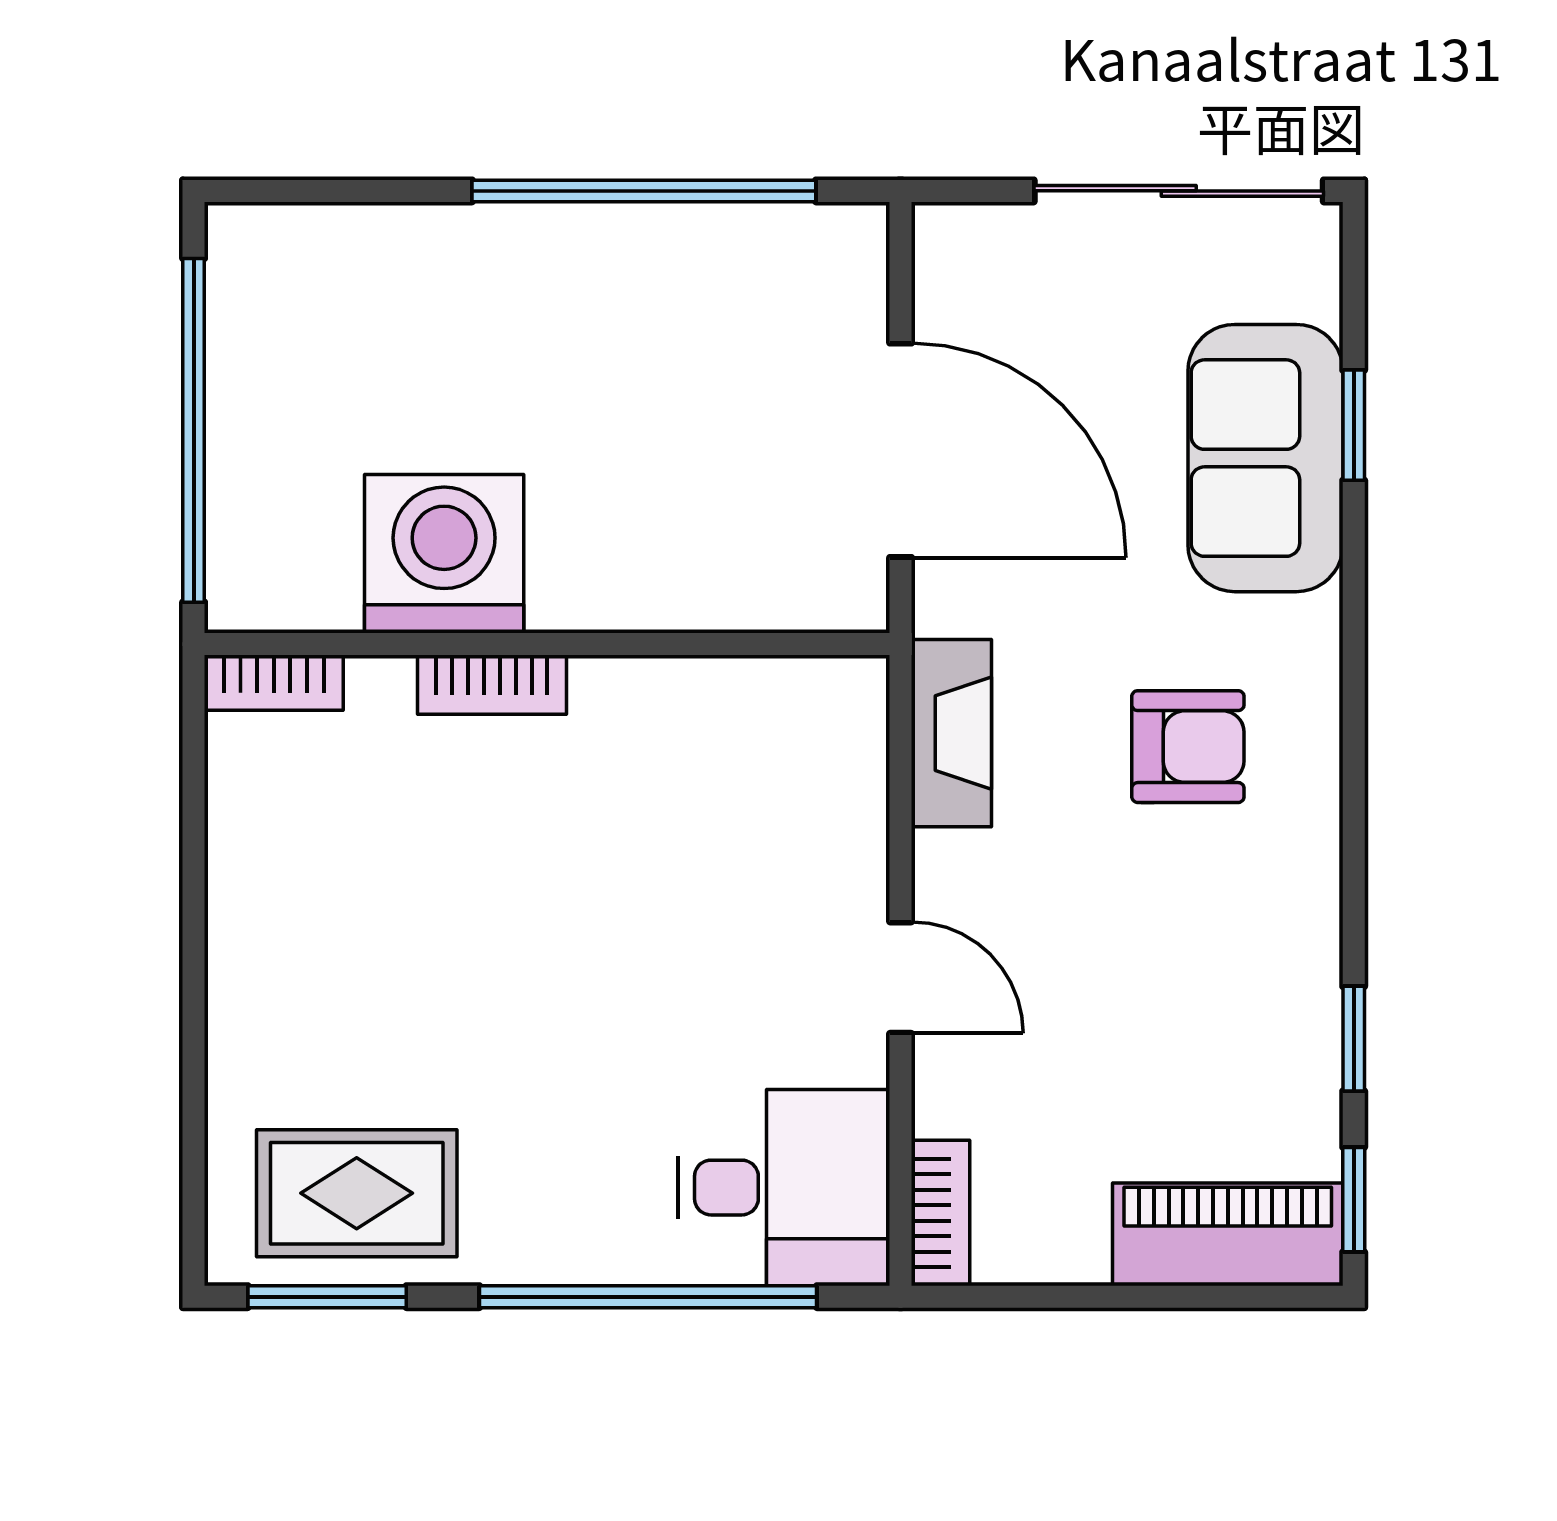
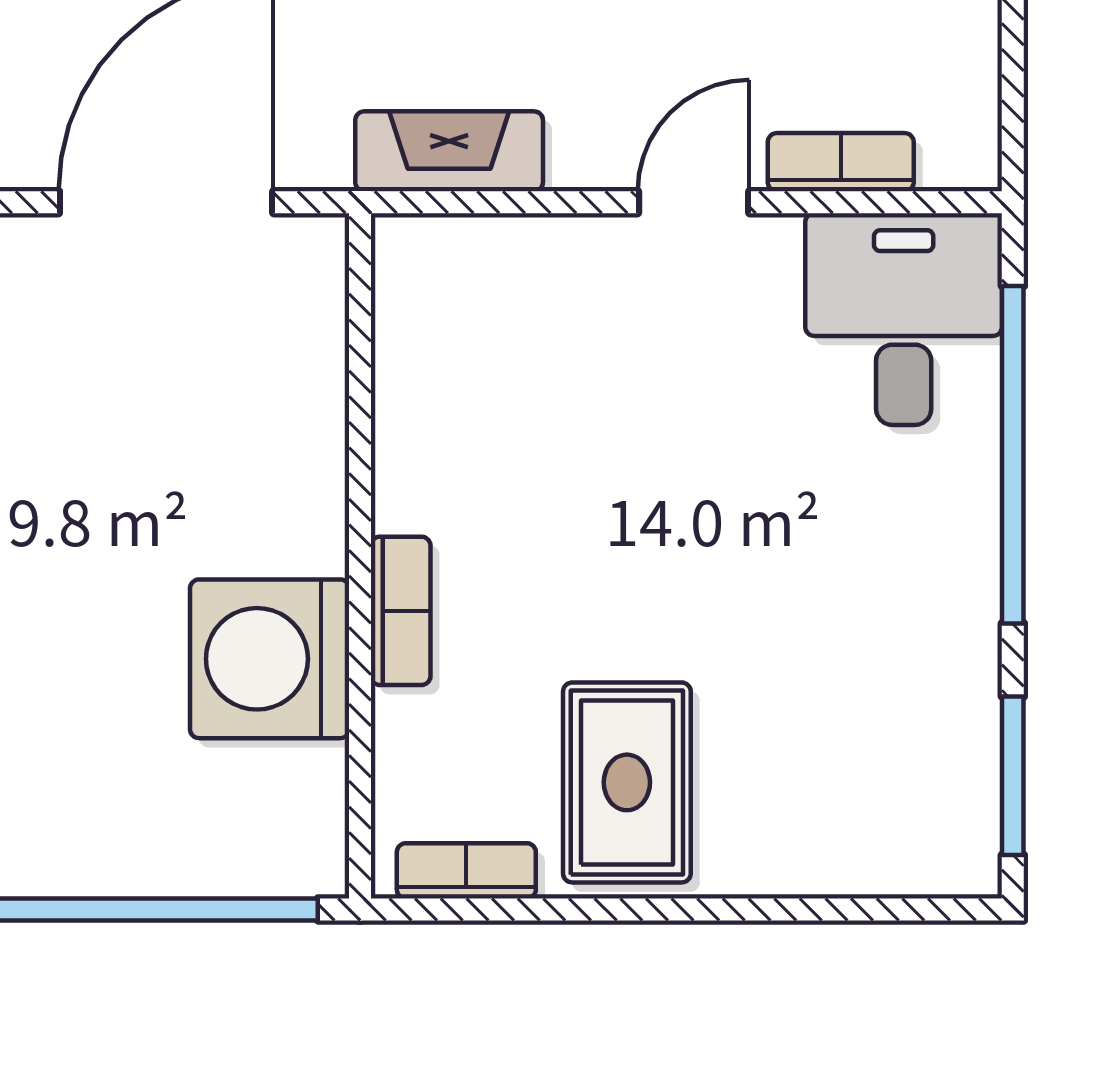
bookcase: (274, 683) -> (466, 871), moved, turned -90
rug: (357, 1193) -> (627, 782), moved
bookcase: (941, 1213) -> (841, 162), moved

